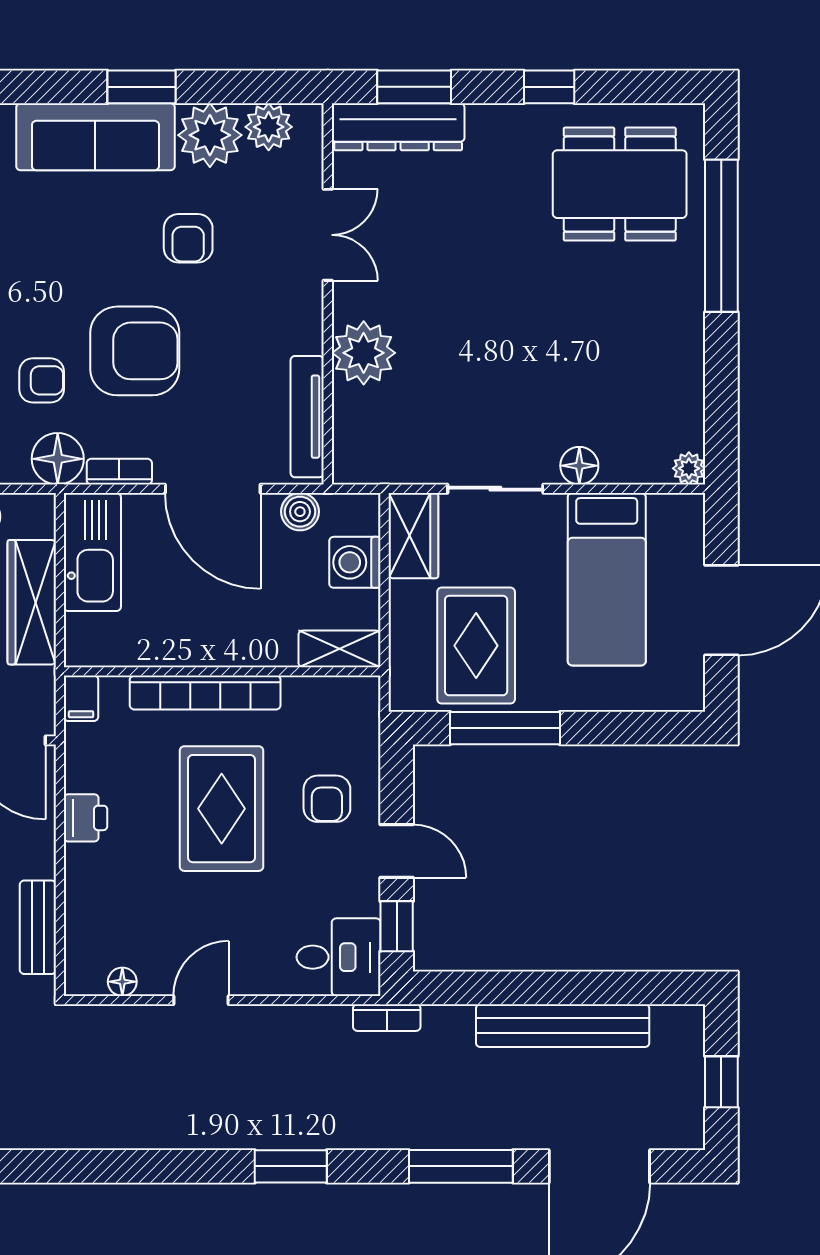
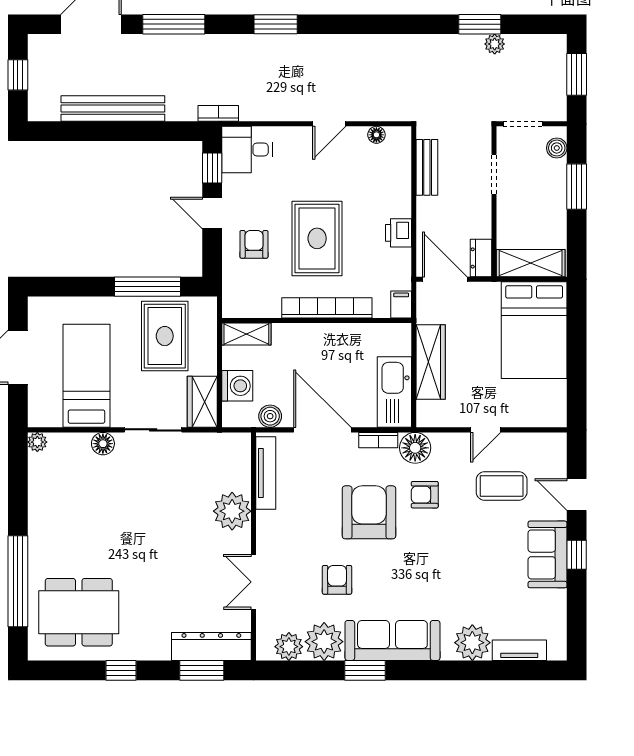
armchair: (135, 351) -> (369, 512), turned 90

